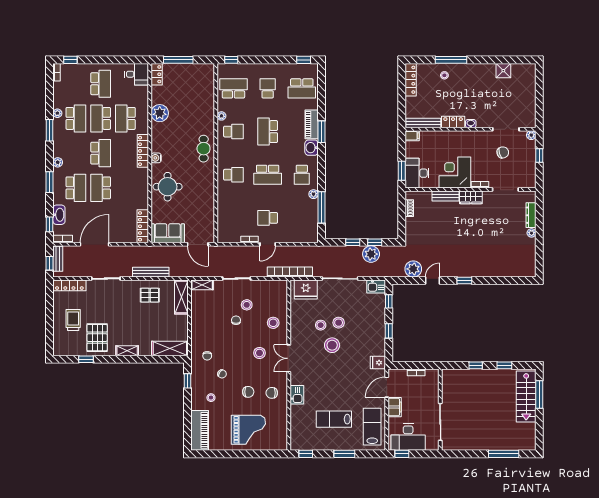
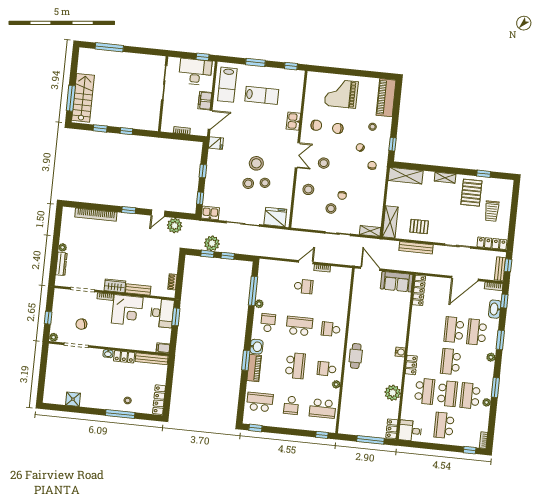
locker: (143, 151) -> (411, 365), width x0.66
round table: (168, 187) -> (392, 324), removed
school desk: (101, 188) -> (454, 330), turned 180
bookcase: (290, 272) -> (96, 215), moved

